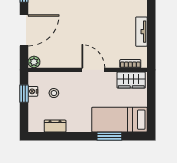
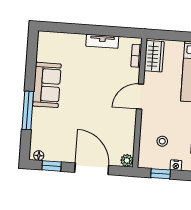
nightstand: (33, 91) -> (176, 165), moved

